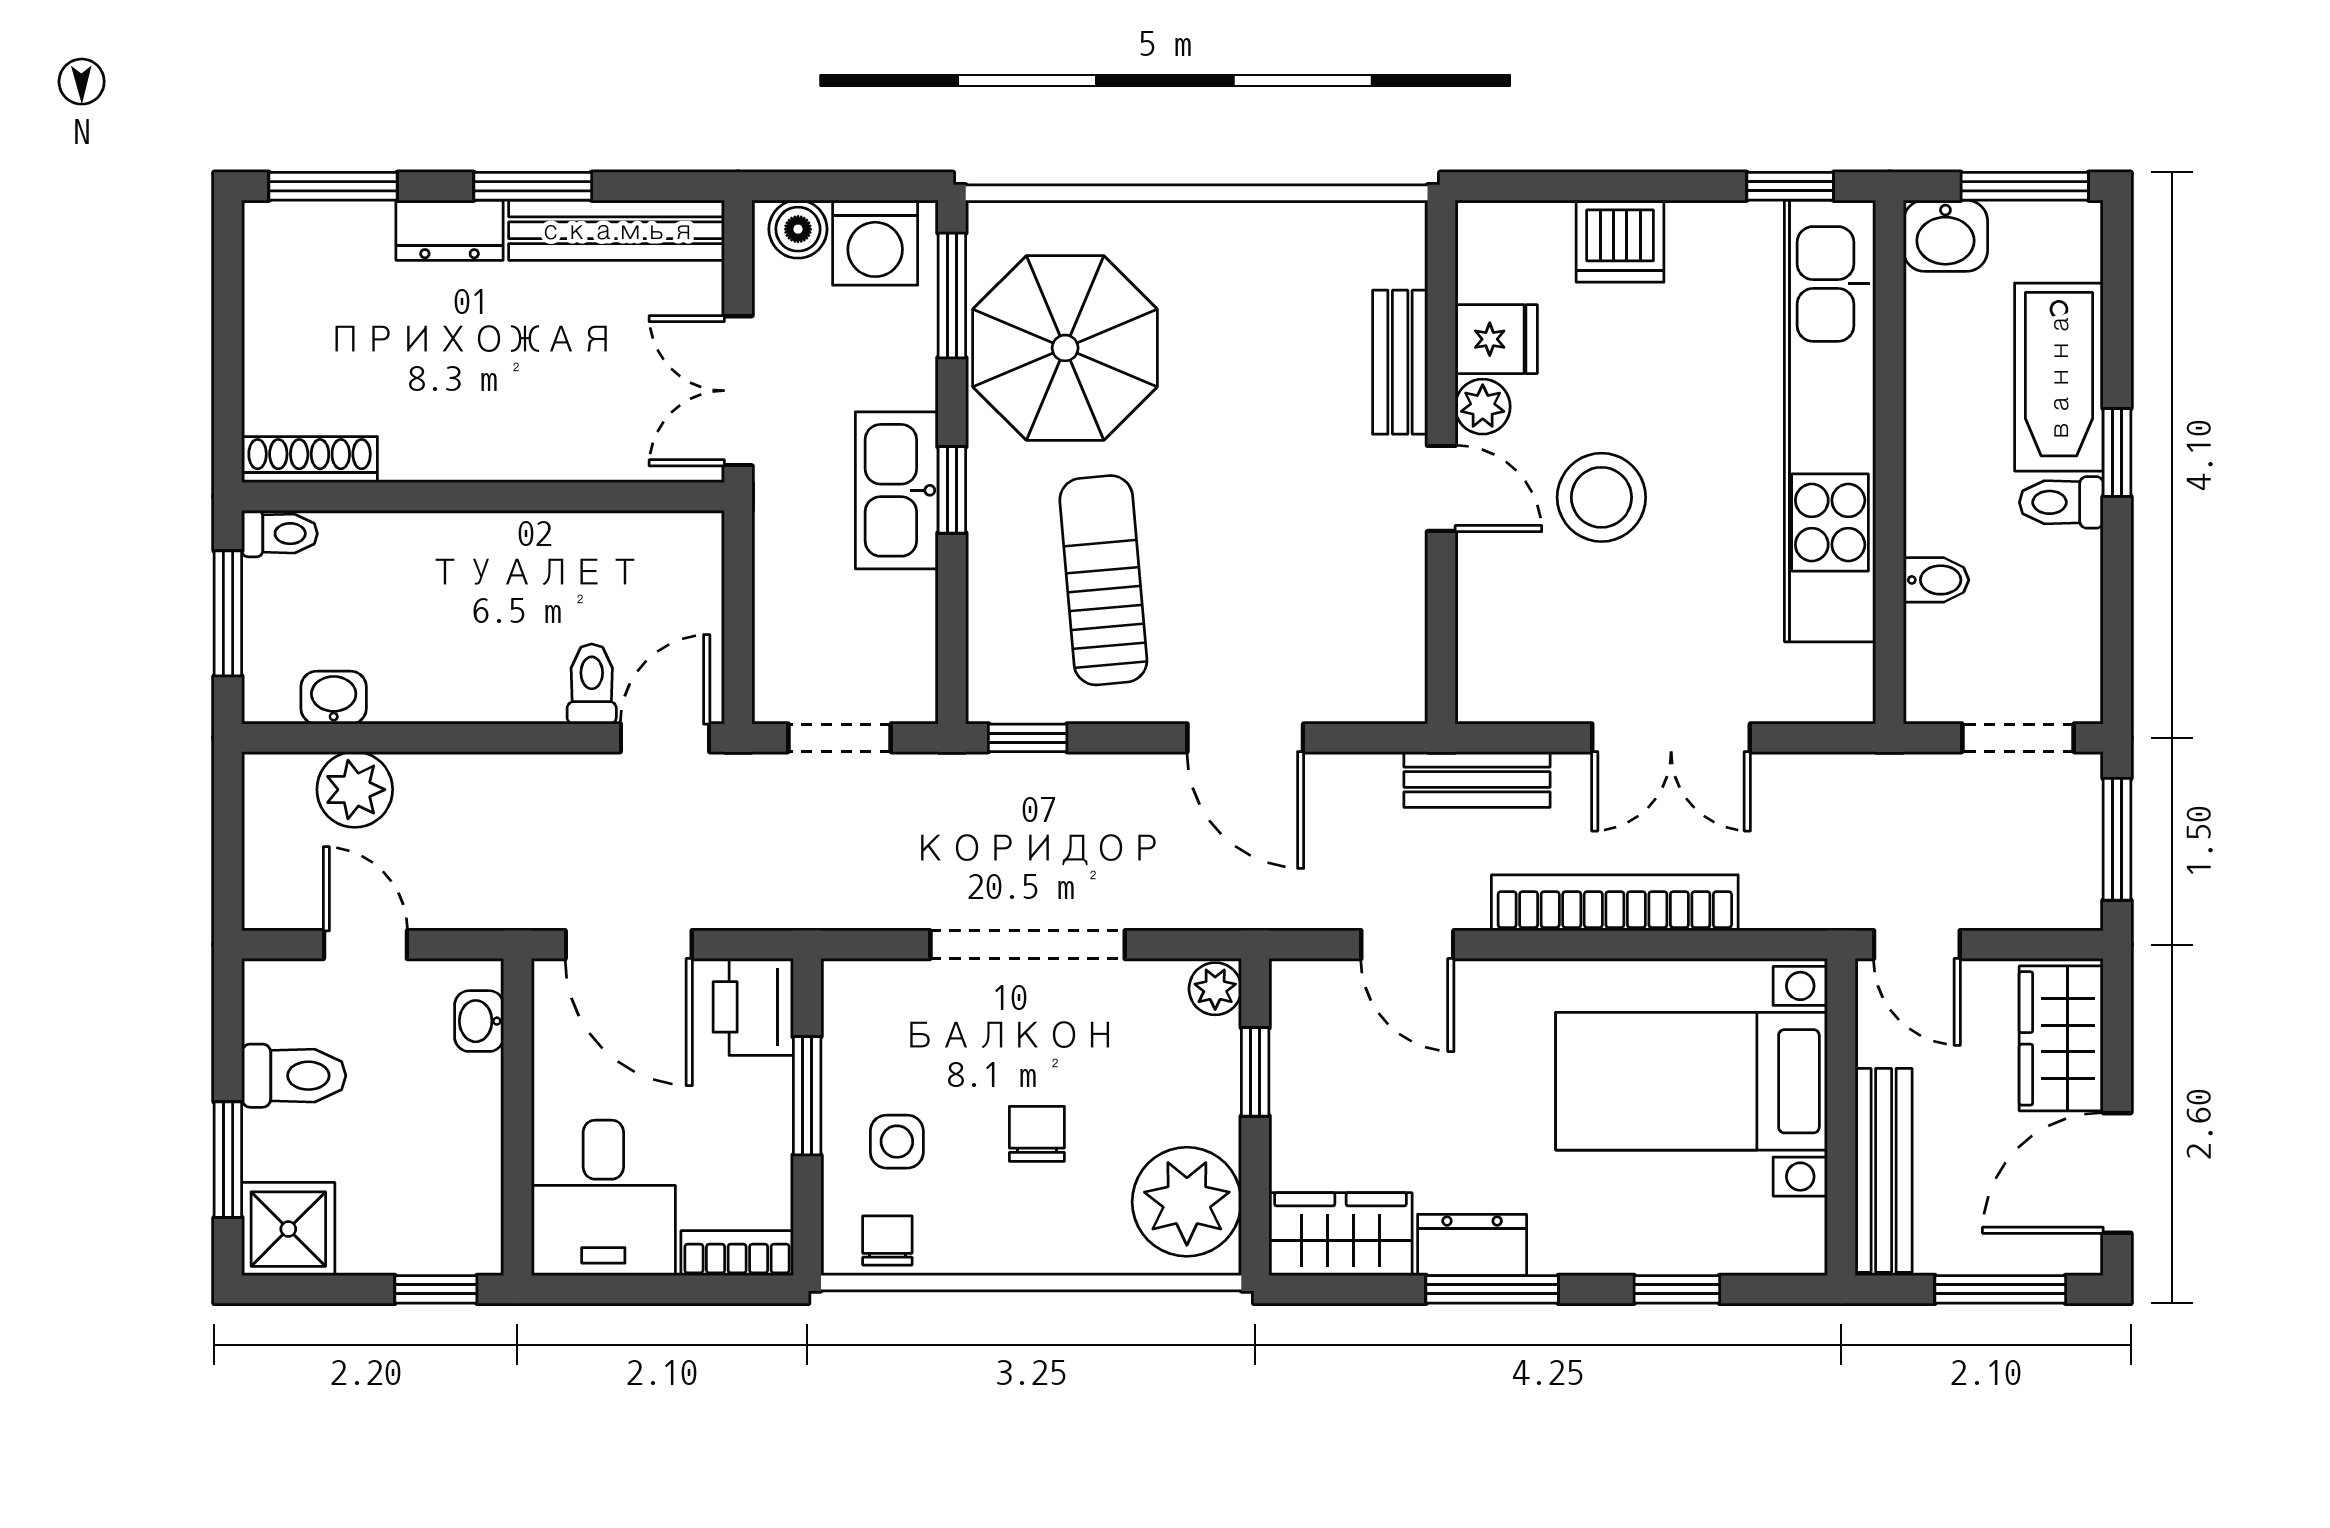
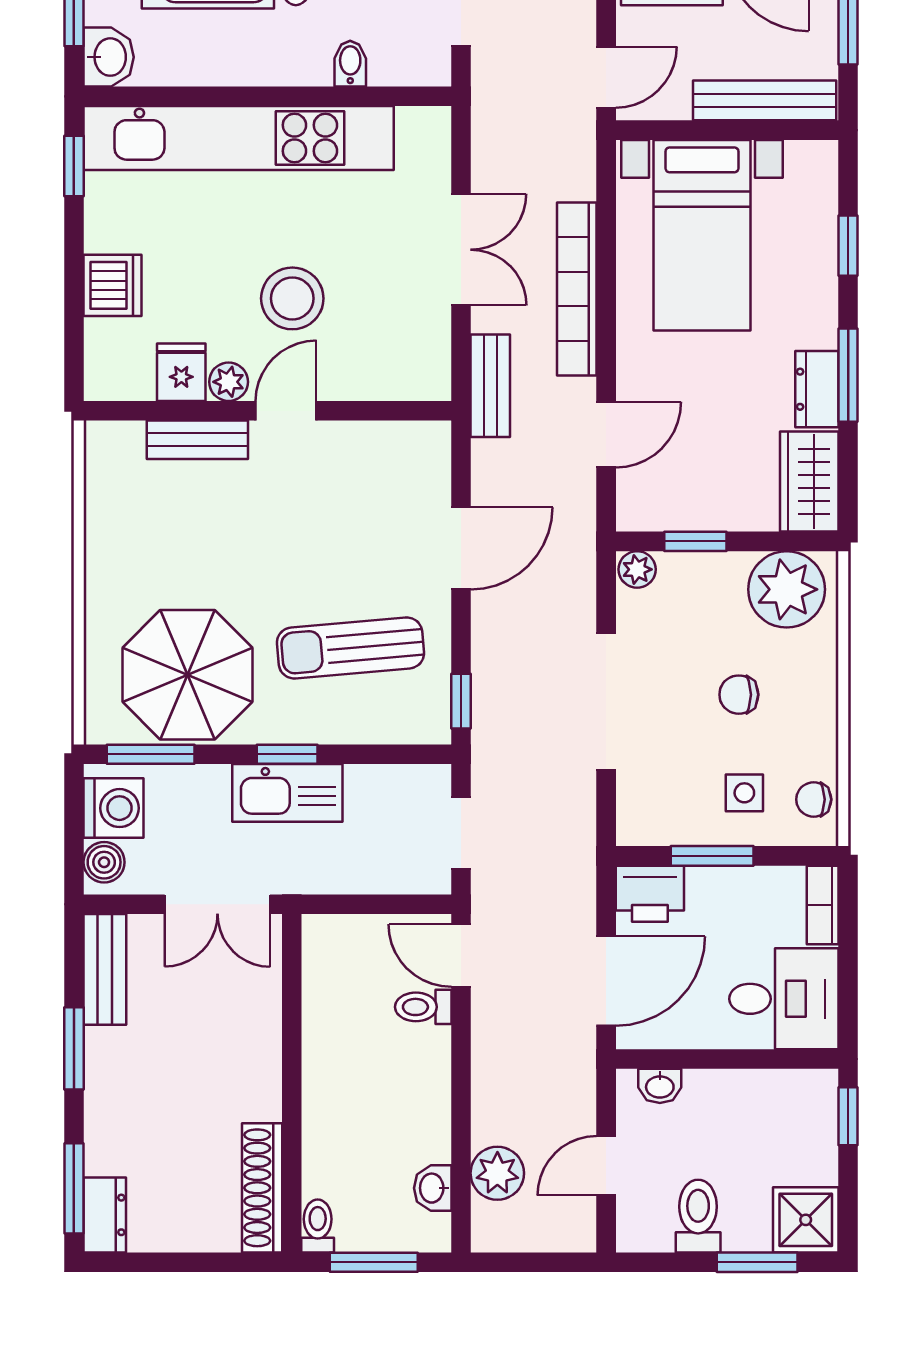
dresser: (450, 230) -> (105, 1215), moved
bench: (617, 230) -> (105, 969), width x0.73
shoe rack: (310, 460) -> (262, 1188), width x1.36, depth x1.24

